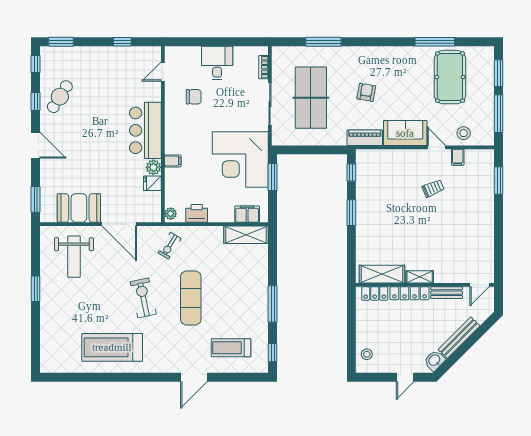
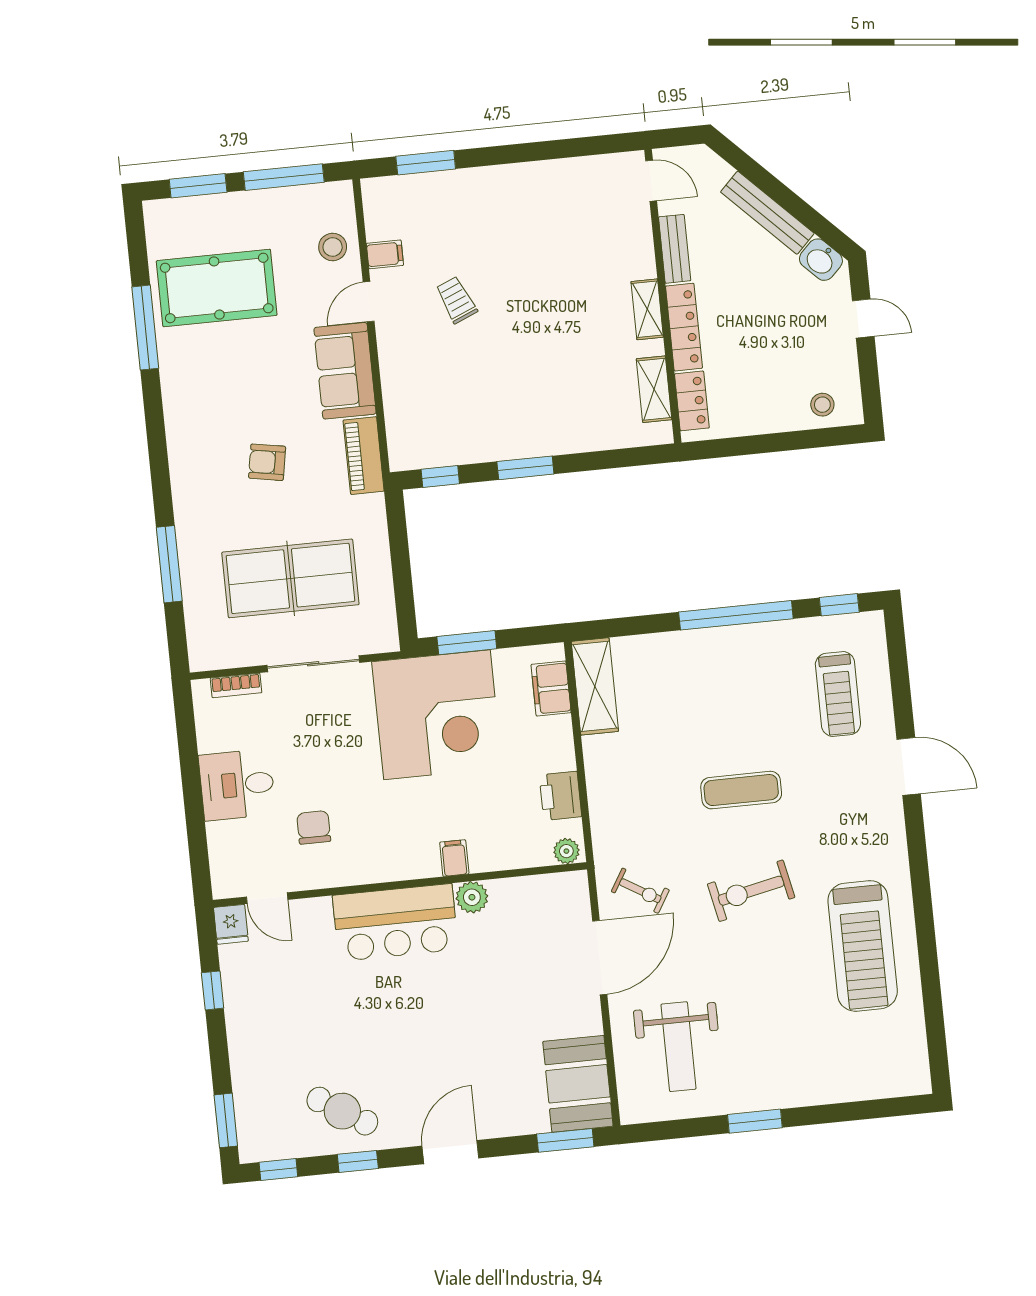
fridge: (152, 183) -> (231, 924), moved
booth: (79, 208) -> (578, 1084), moved
exercise bike: (170, 246) -> (640, 891), moved
weight bench: (74, 257) -> (678, 1047), turned 90
shelving: (382, 274) -> (654, 389), width x0.67, depth x0.75
exercise mat: (191, 298) -> (741, 790), width x0.73, depth x0.69
window: (273, 304) -> (736, 615), width x1.46

